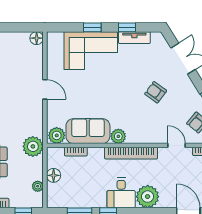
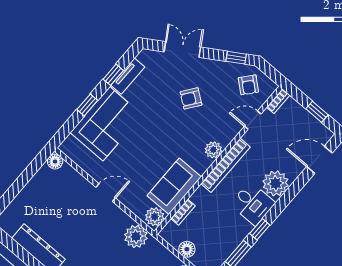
plant: (118, 136) -> (213, 150), moved
plant: (33, 146) -> (136, 236), moved

